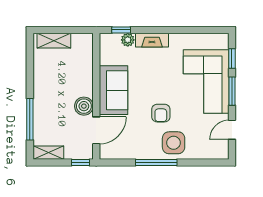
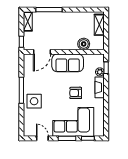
boiler: (84, 106) -> (84, 44), moved
armchair: (161, 113) -> (76, 93), moved
door: (96, 130) -> (42, 52), hinge flipped

